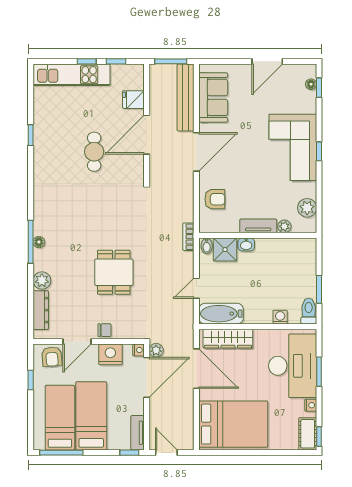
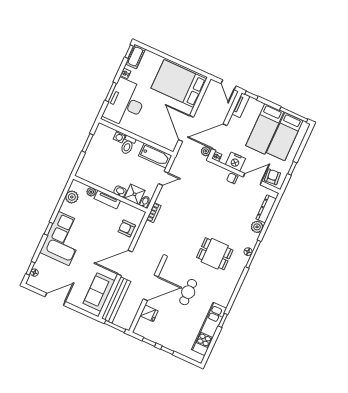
kitchen unit: (71, 75) -> (209, 329), moved, turned -90
dining table: (114, 272) -> (215, 254), moved, turned 90
toilet: (309, 311) -> (128, 145), moved
wardrobe: (228, 339) -> (158, 138), removed

